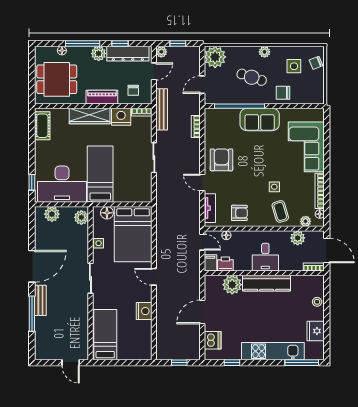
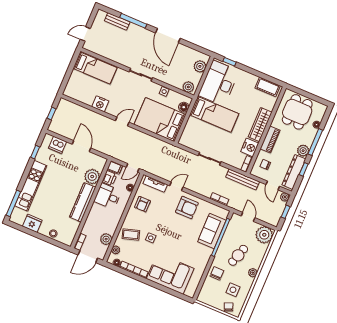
sofa: (260, 119) -> (212, 231), moved
desk: (265, 257) -> (108, 196), moved
bench: (40, 300) -> (117, 21), moved

